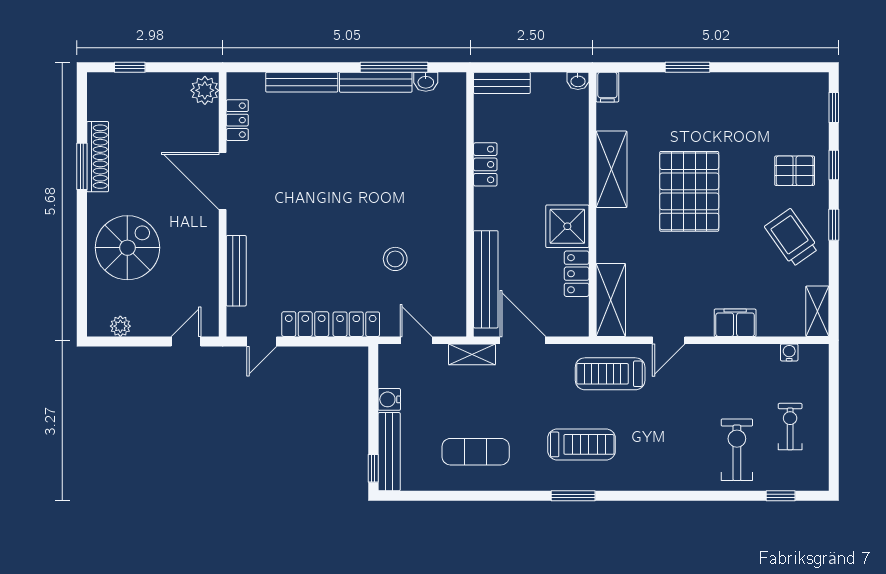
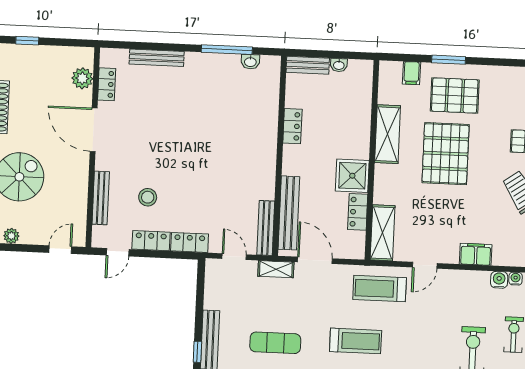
washbasin: (578, 81) -> (339, 65), moved
bench: (376, 82) -> (266, 228), moved, turned 90
filing cabinet: (607, 87) -> (411, 73), moved
plant: (205, 90) -> (82, 78), moved
pallet: (698, 114) -> (455, 95), added
stool: (395, 259) -> (148, 197), moved
water cooler: (389, 399) -> (499, 280), moved, turned 90

